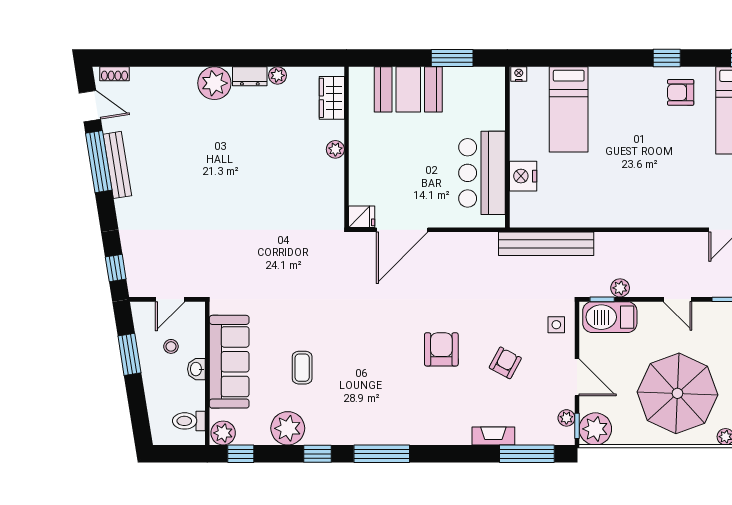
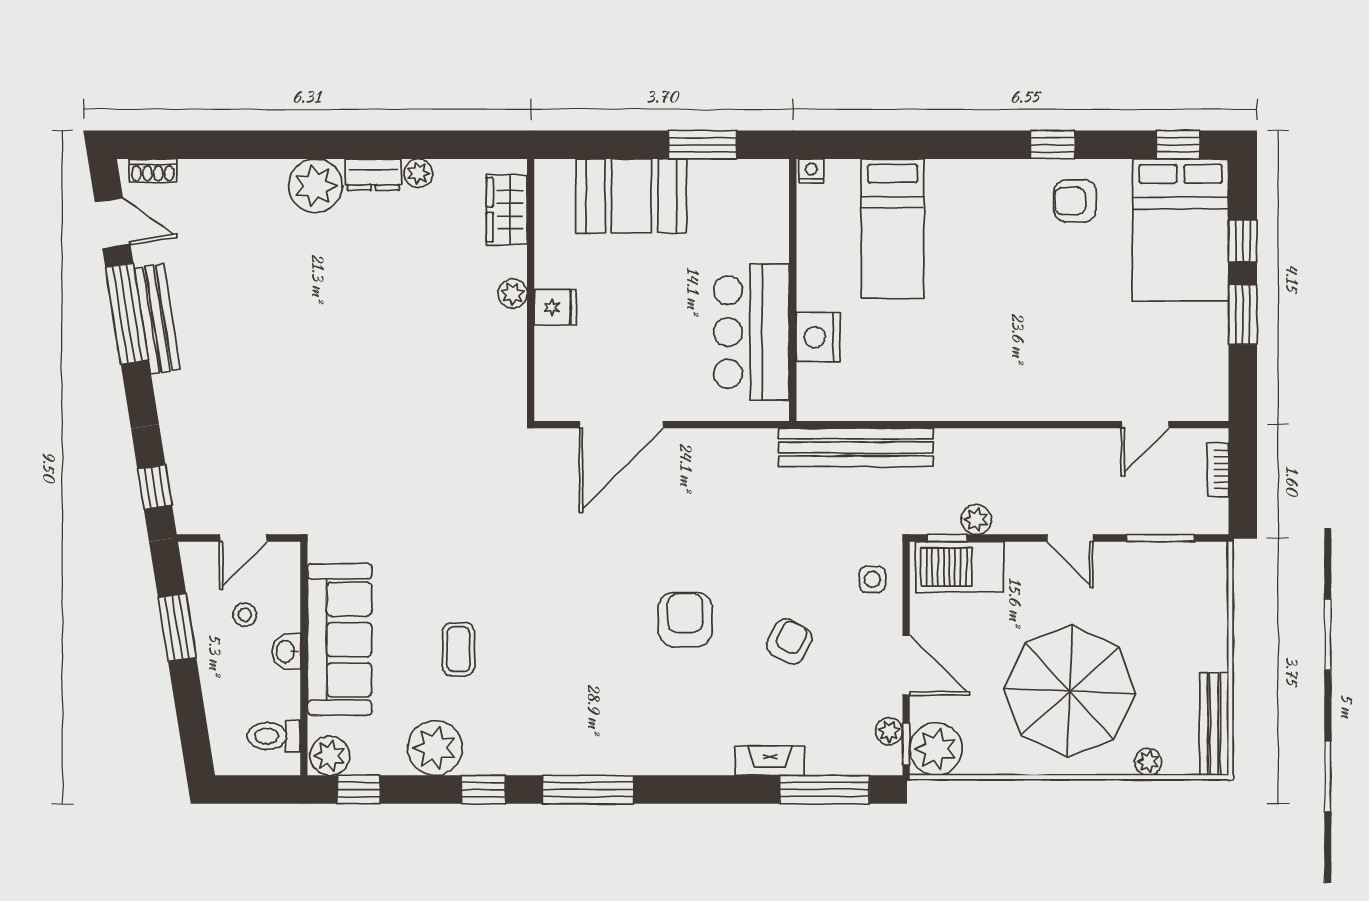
fridge: (362, 217) -> (555, 307), moved

